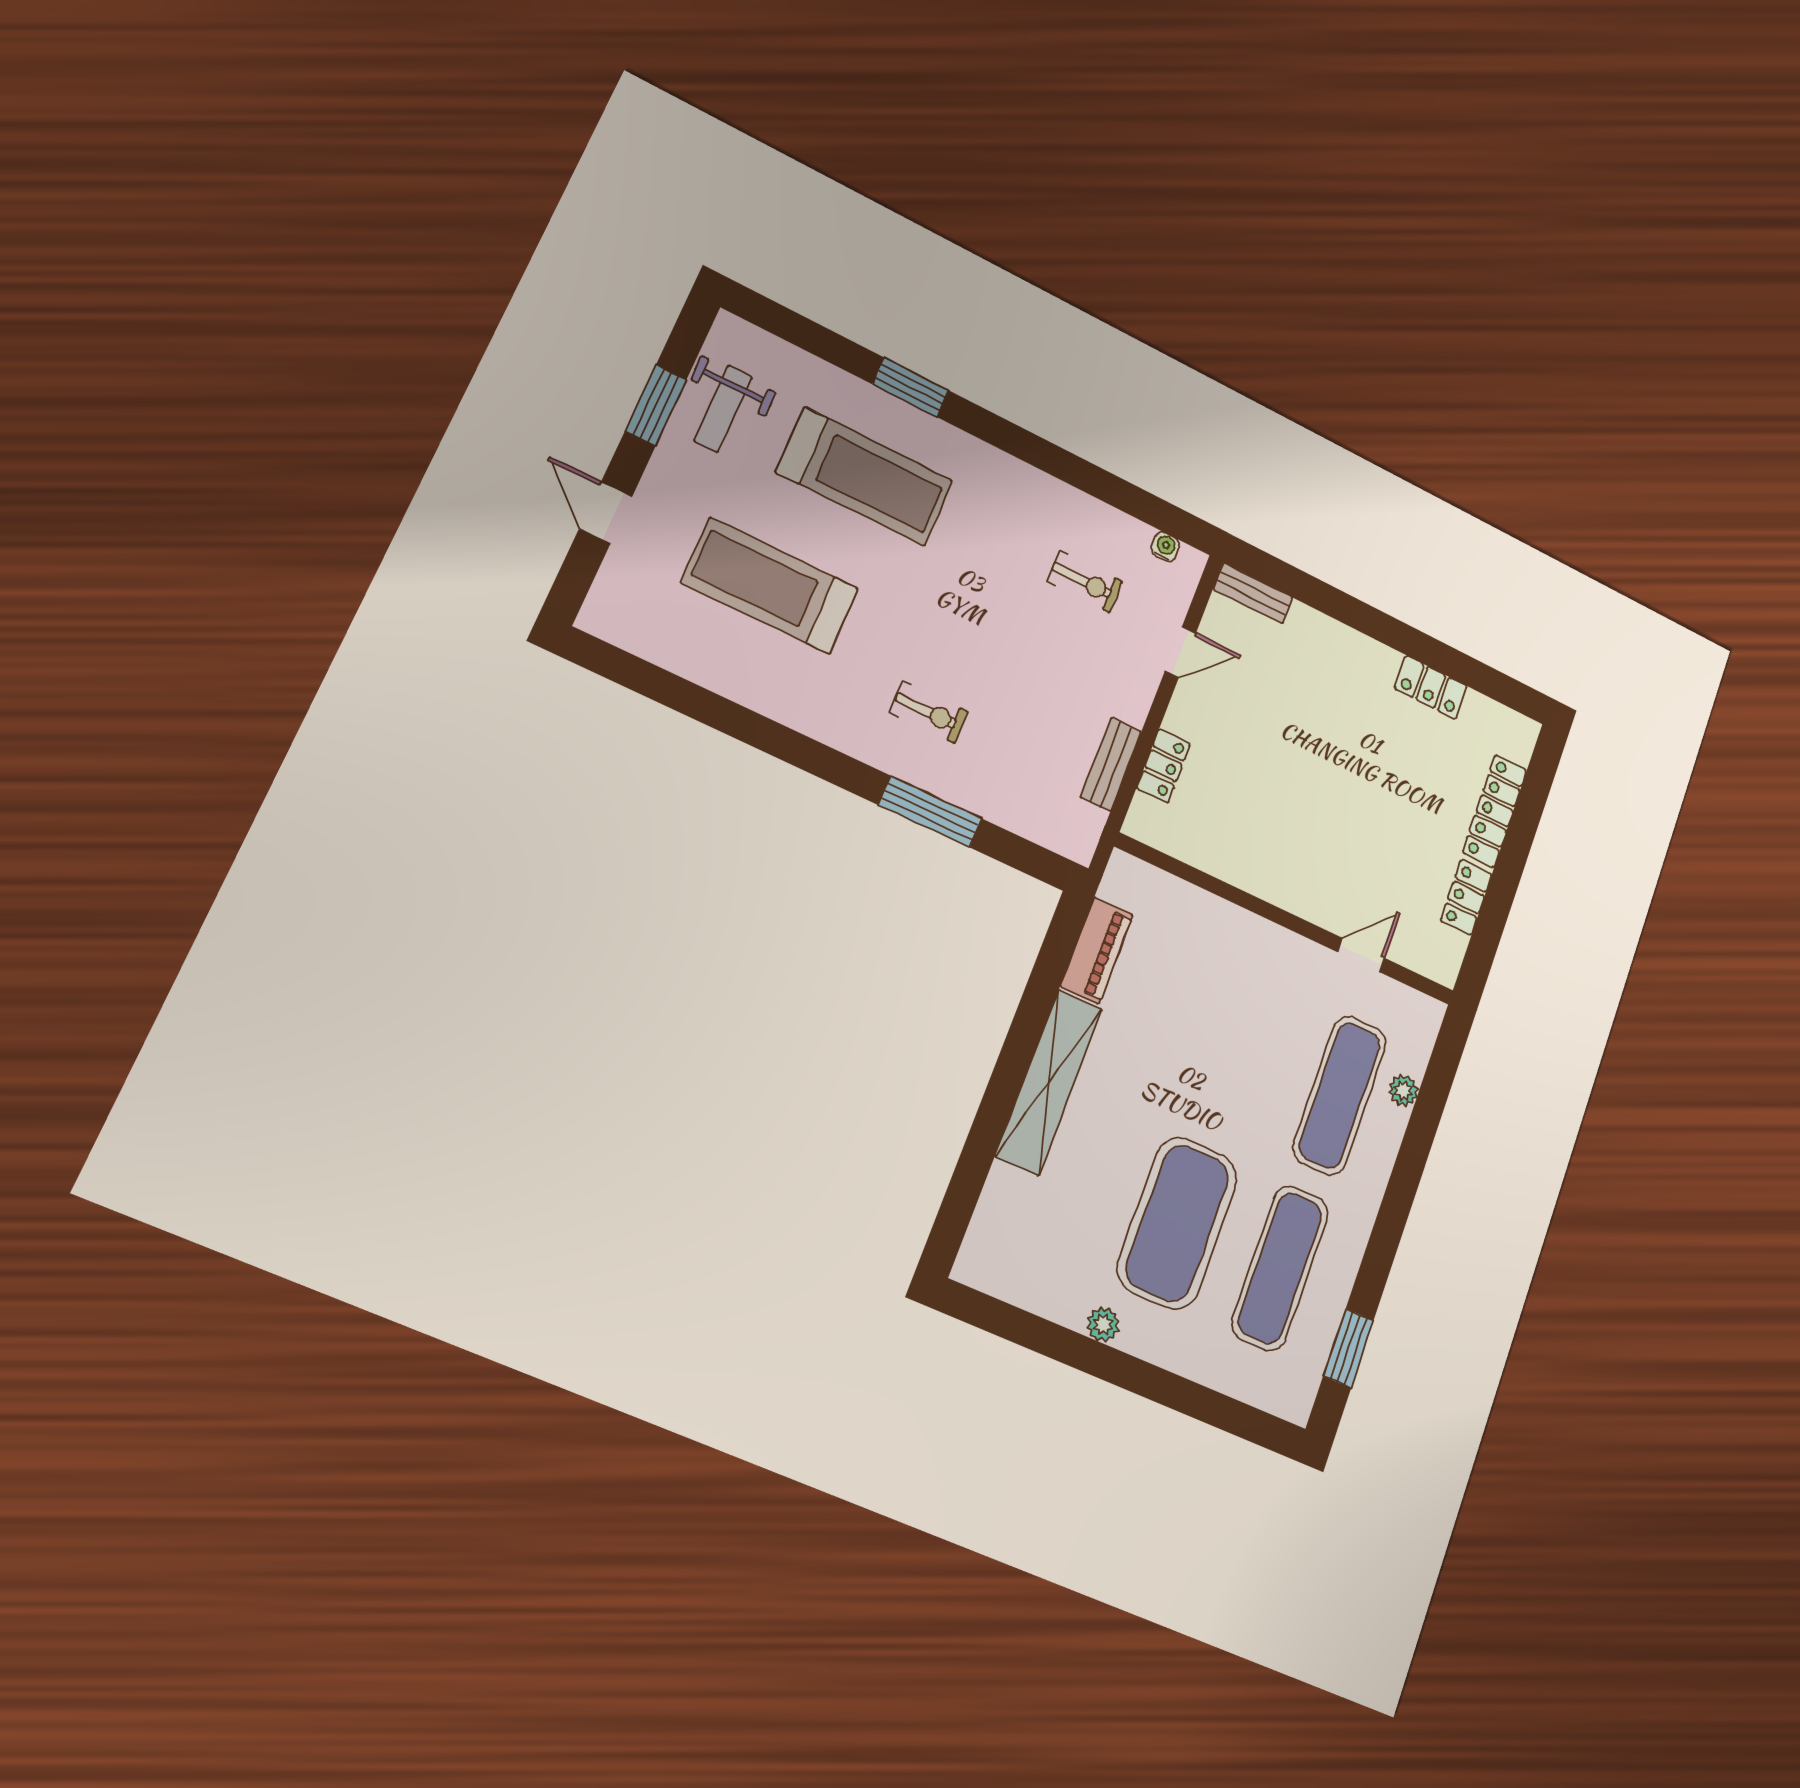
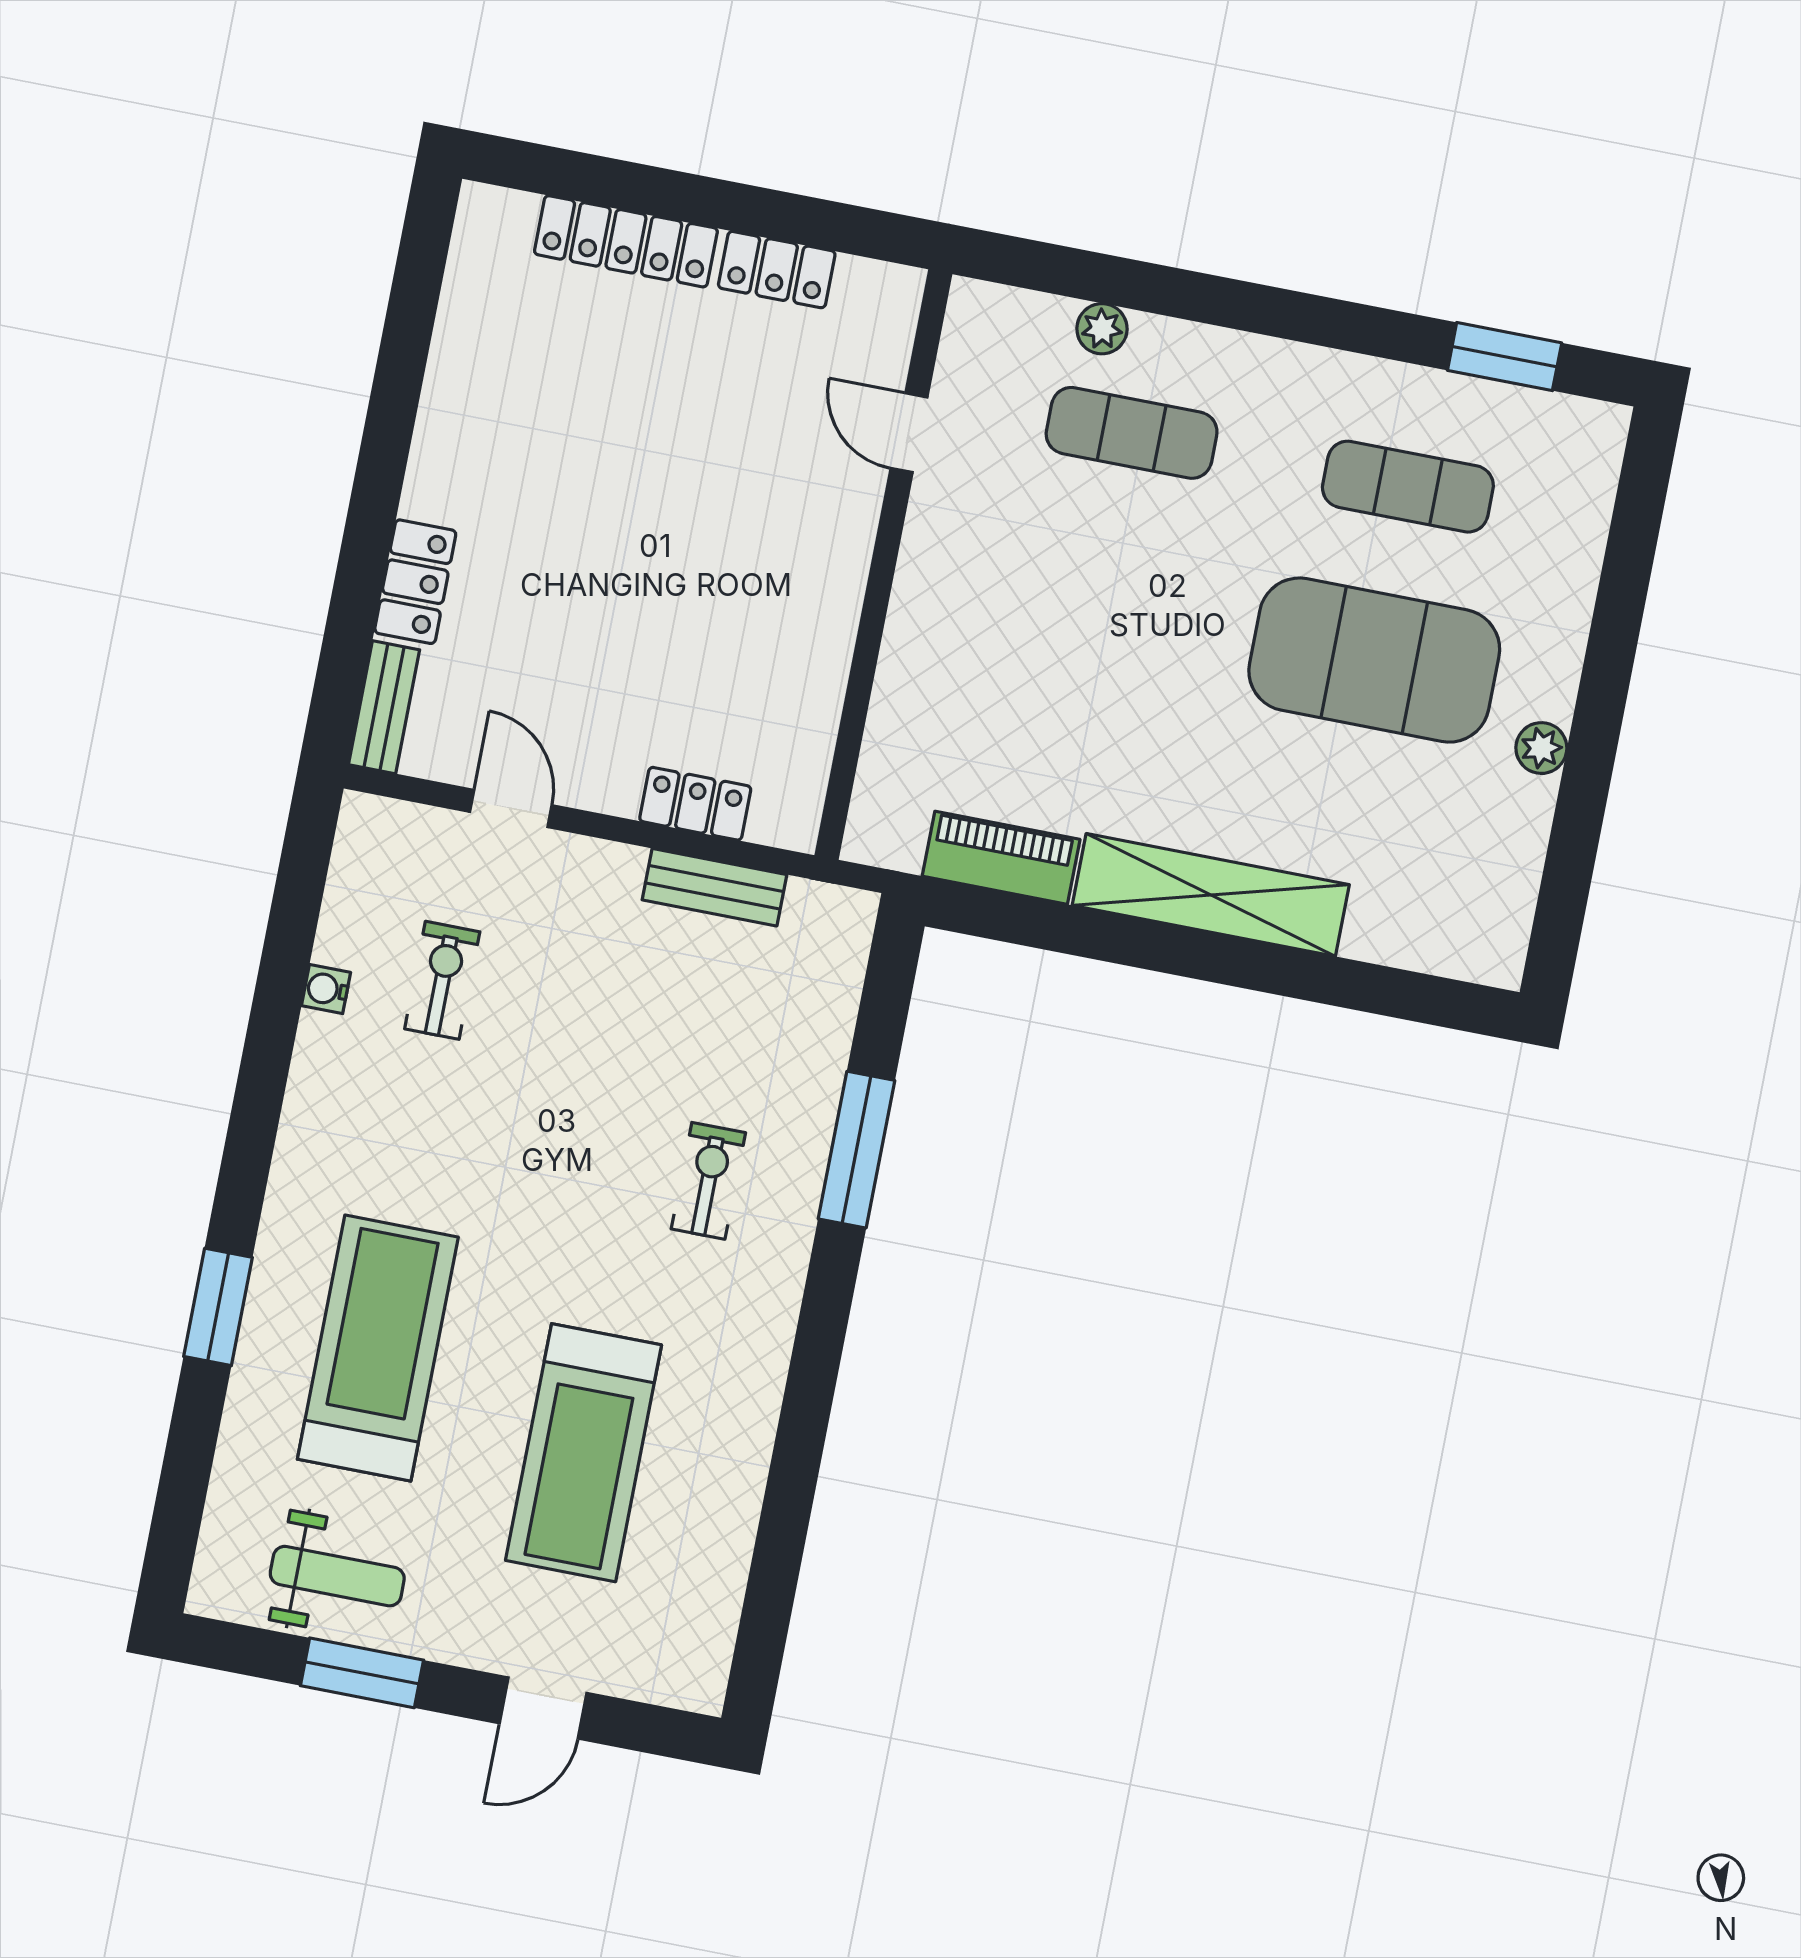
water cooler: (1165, 547) -> (326, 989), moved
locker: (1431, 687) -> (415, 582), moved
exercise mat: (1340, 1095) -> (1132, 433), width x0.73, depth x0.69
exercise mat: (1280, 1268) -> (1408, 487), width x0.73, depth x0.69

